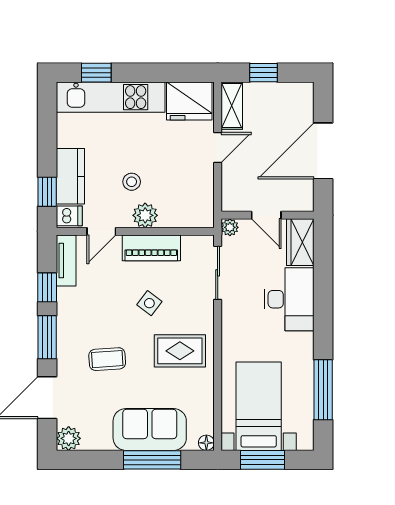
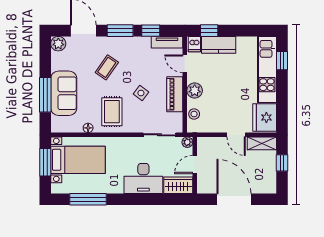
stool: (132, 182) -> (194, 114), moved
coffee table: (107, 359) -> (107, 67), turned 39
floor lamp: (206, 443) -> (88, 128), moved

